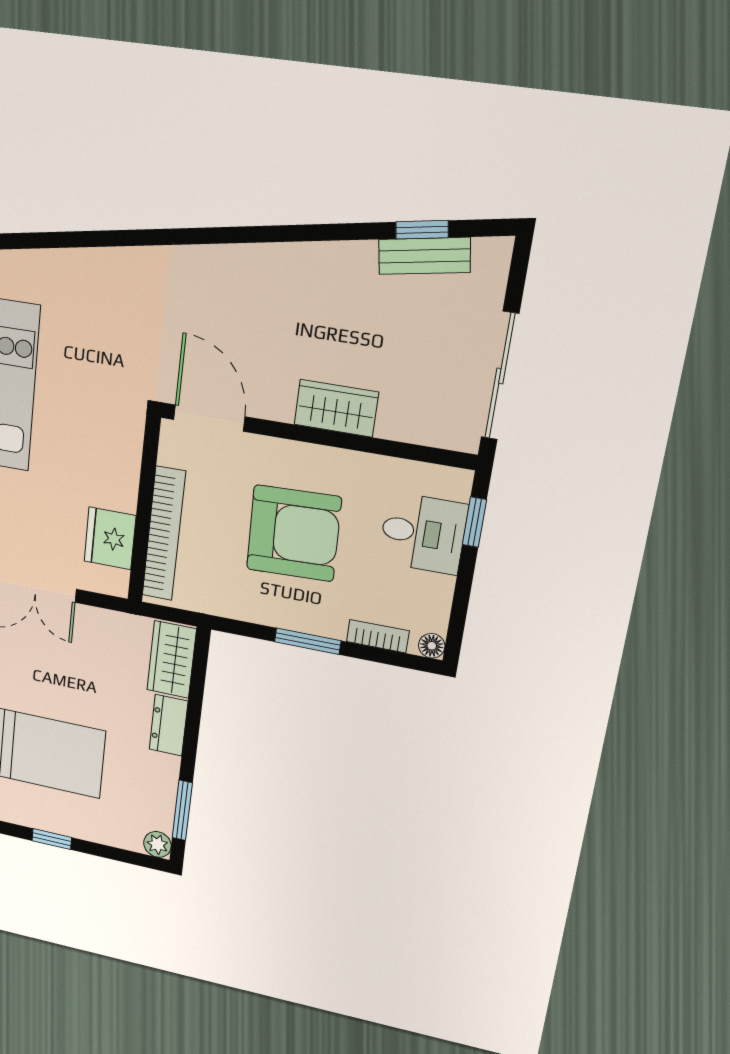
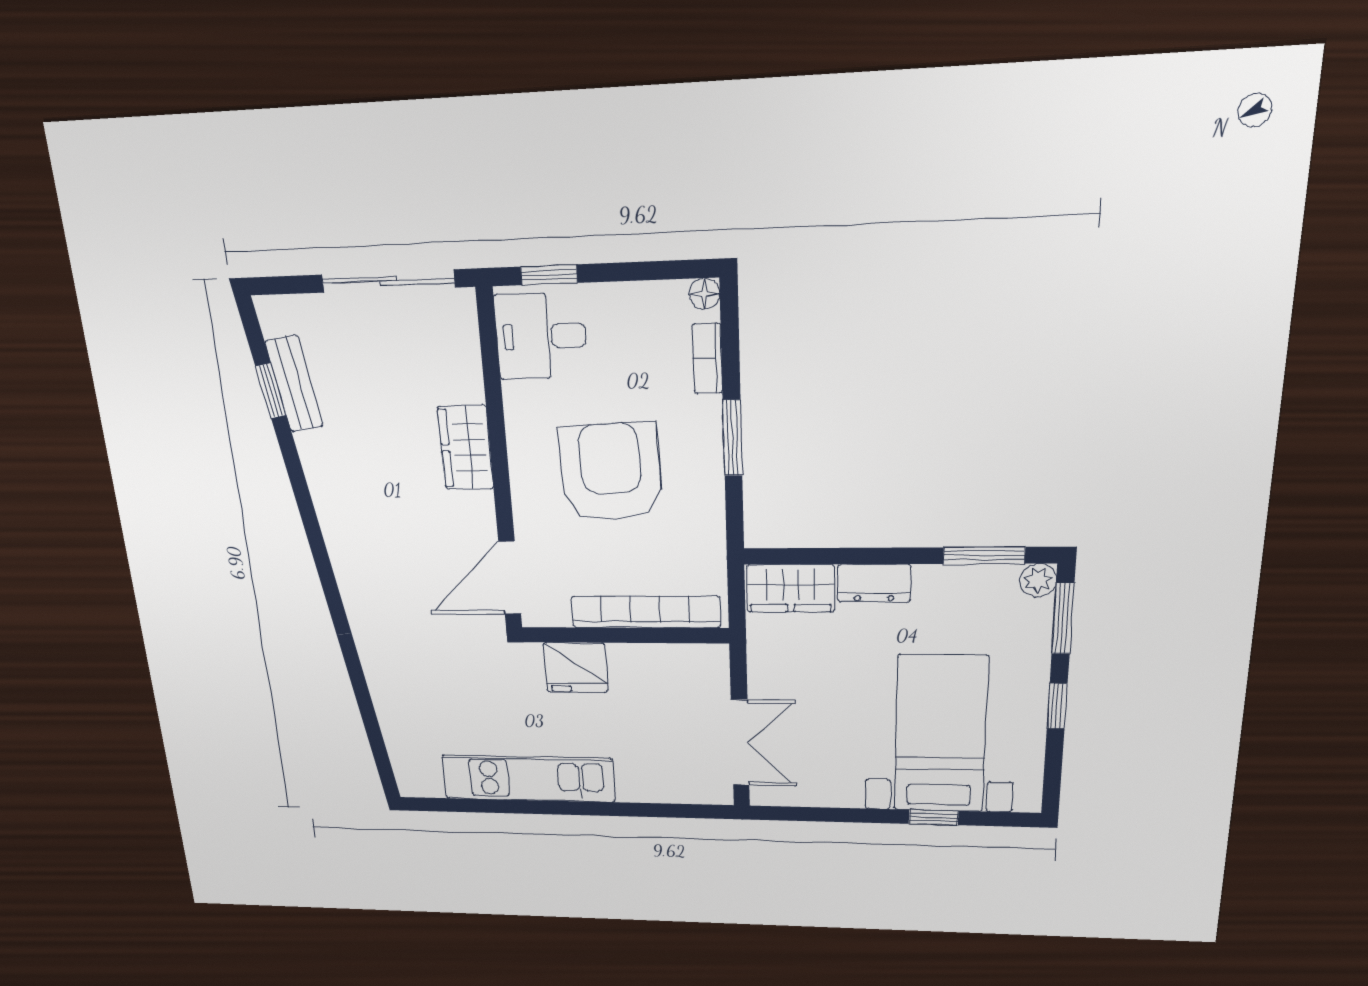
desk: (423, 533) -> (541, 336), moved, turned -90
fridge: (110, 538) -> (576, 667), moved
window: (124, 856) -> (1063, 618), added

